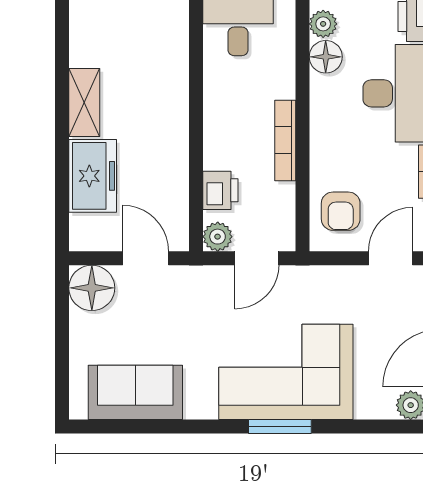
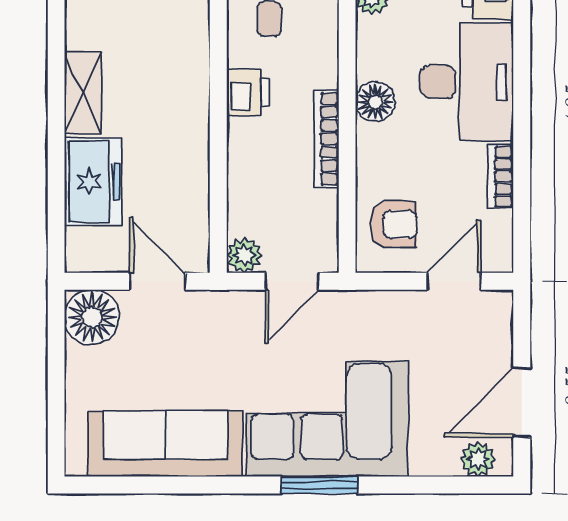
floor lamp: (326, 57) -> (375, 102), moved
printer: (220, 190) -> (248, 92), moved
armchair: (341, 211) -> (393, 224), turned -90
sofa: (135, 392) -> (165, 444), width x1.36

